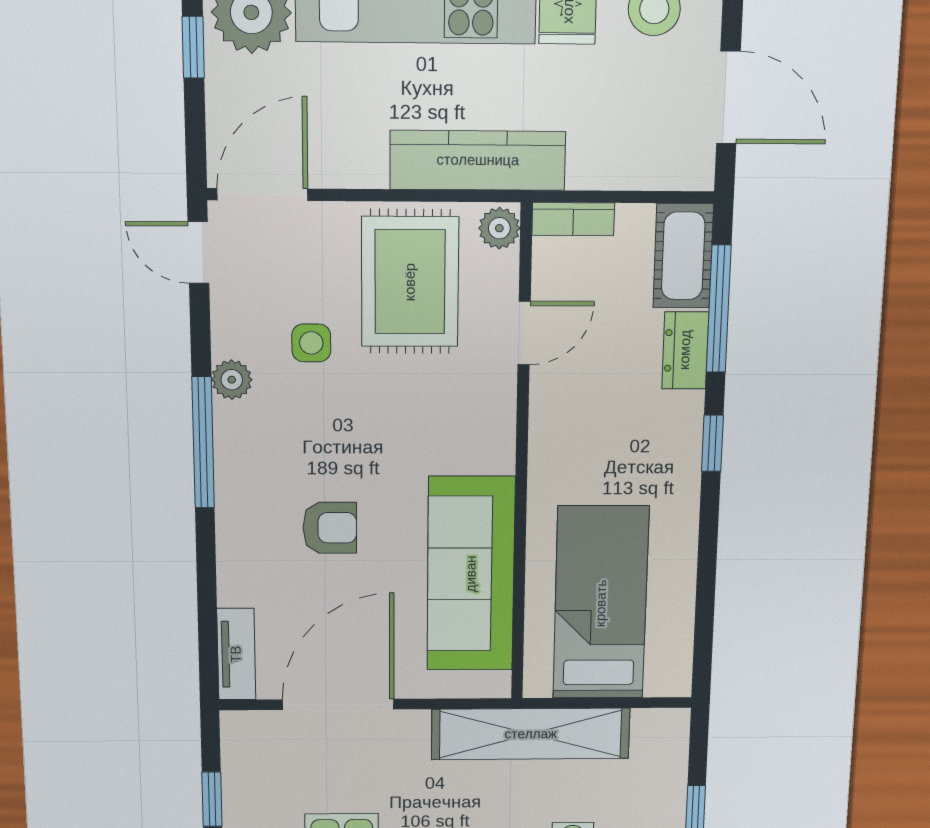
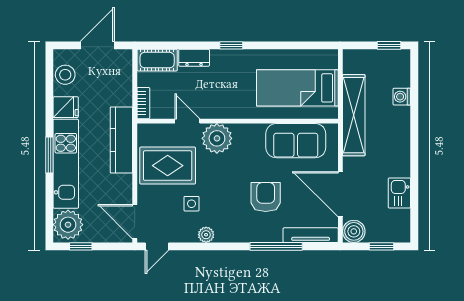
plant: (499, 228) -> (217, 138), moved, width x1.87, depth x1.87
window: (719, 309) -> (178, 45), removed
window: (203, 443) -> (276, 246), moved
armchair: (330, 528) -> (266, 197), width x1.38, depth x1.38
sofa: (471, 574) -> (296, 141), width x0.73
tv unit: (236, 654) -> (311, 235), width x1.41
boiler: (247, 736) -> (354, 231), added

